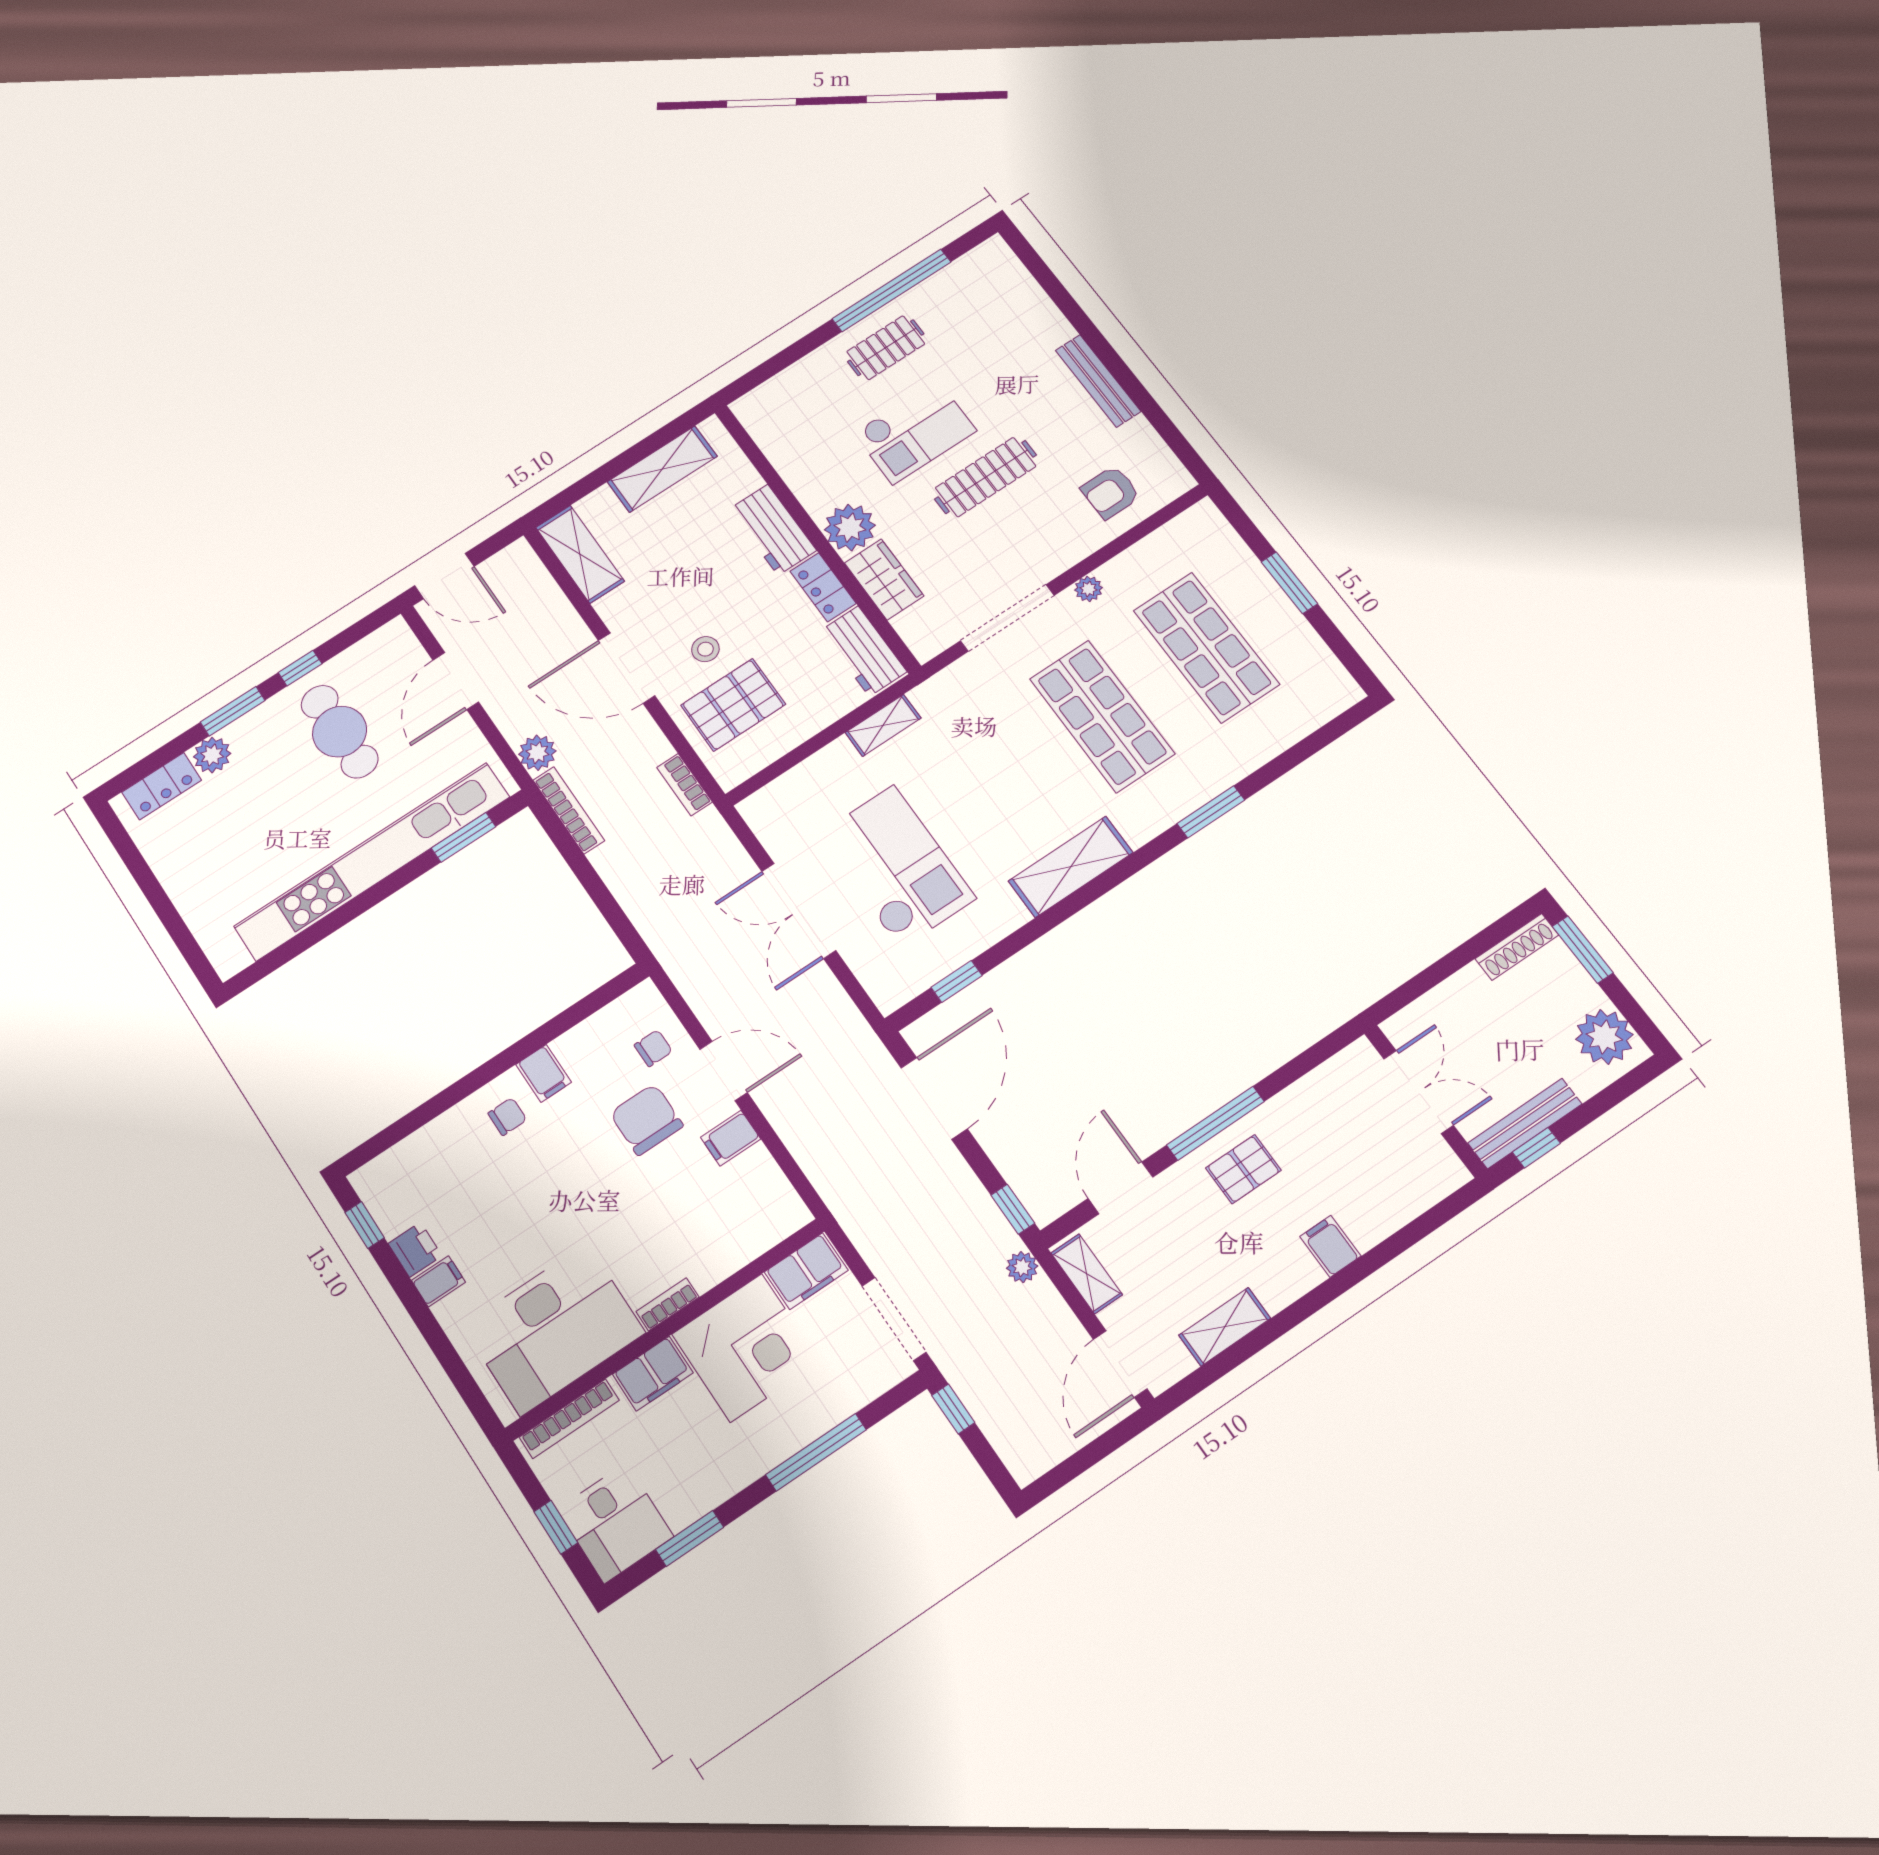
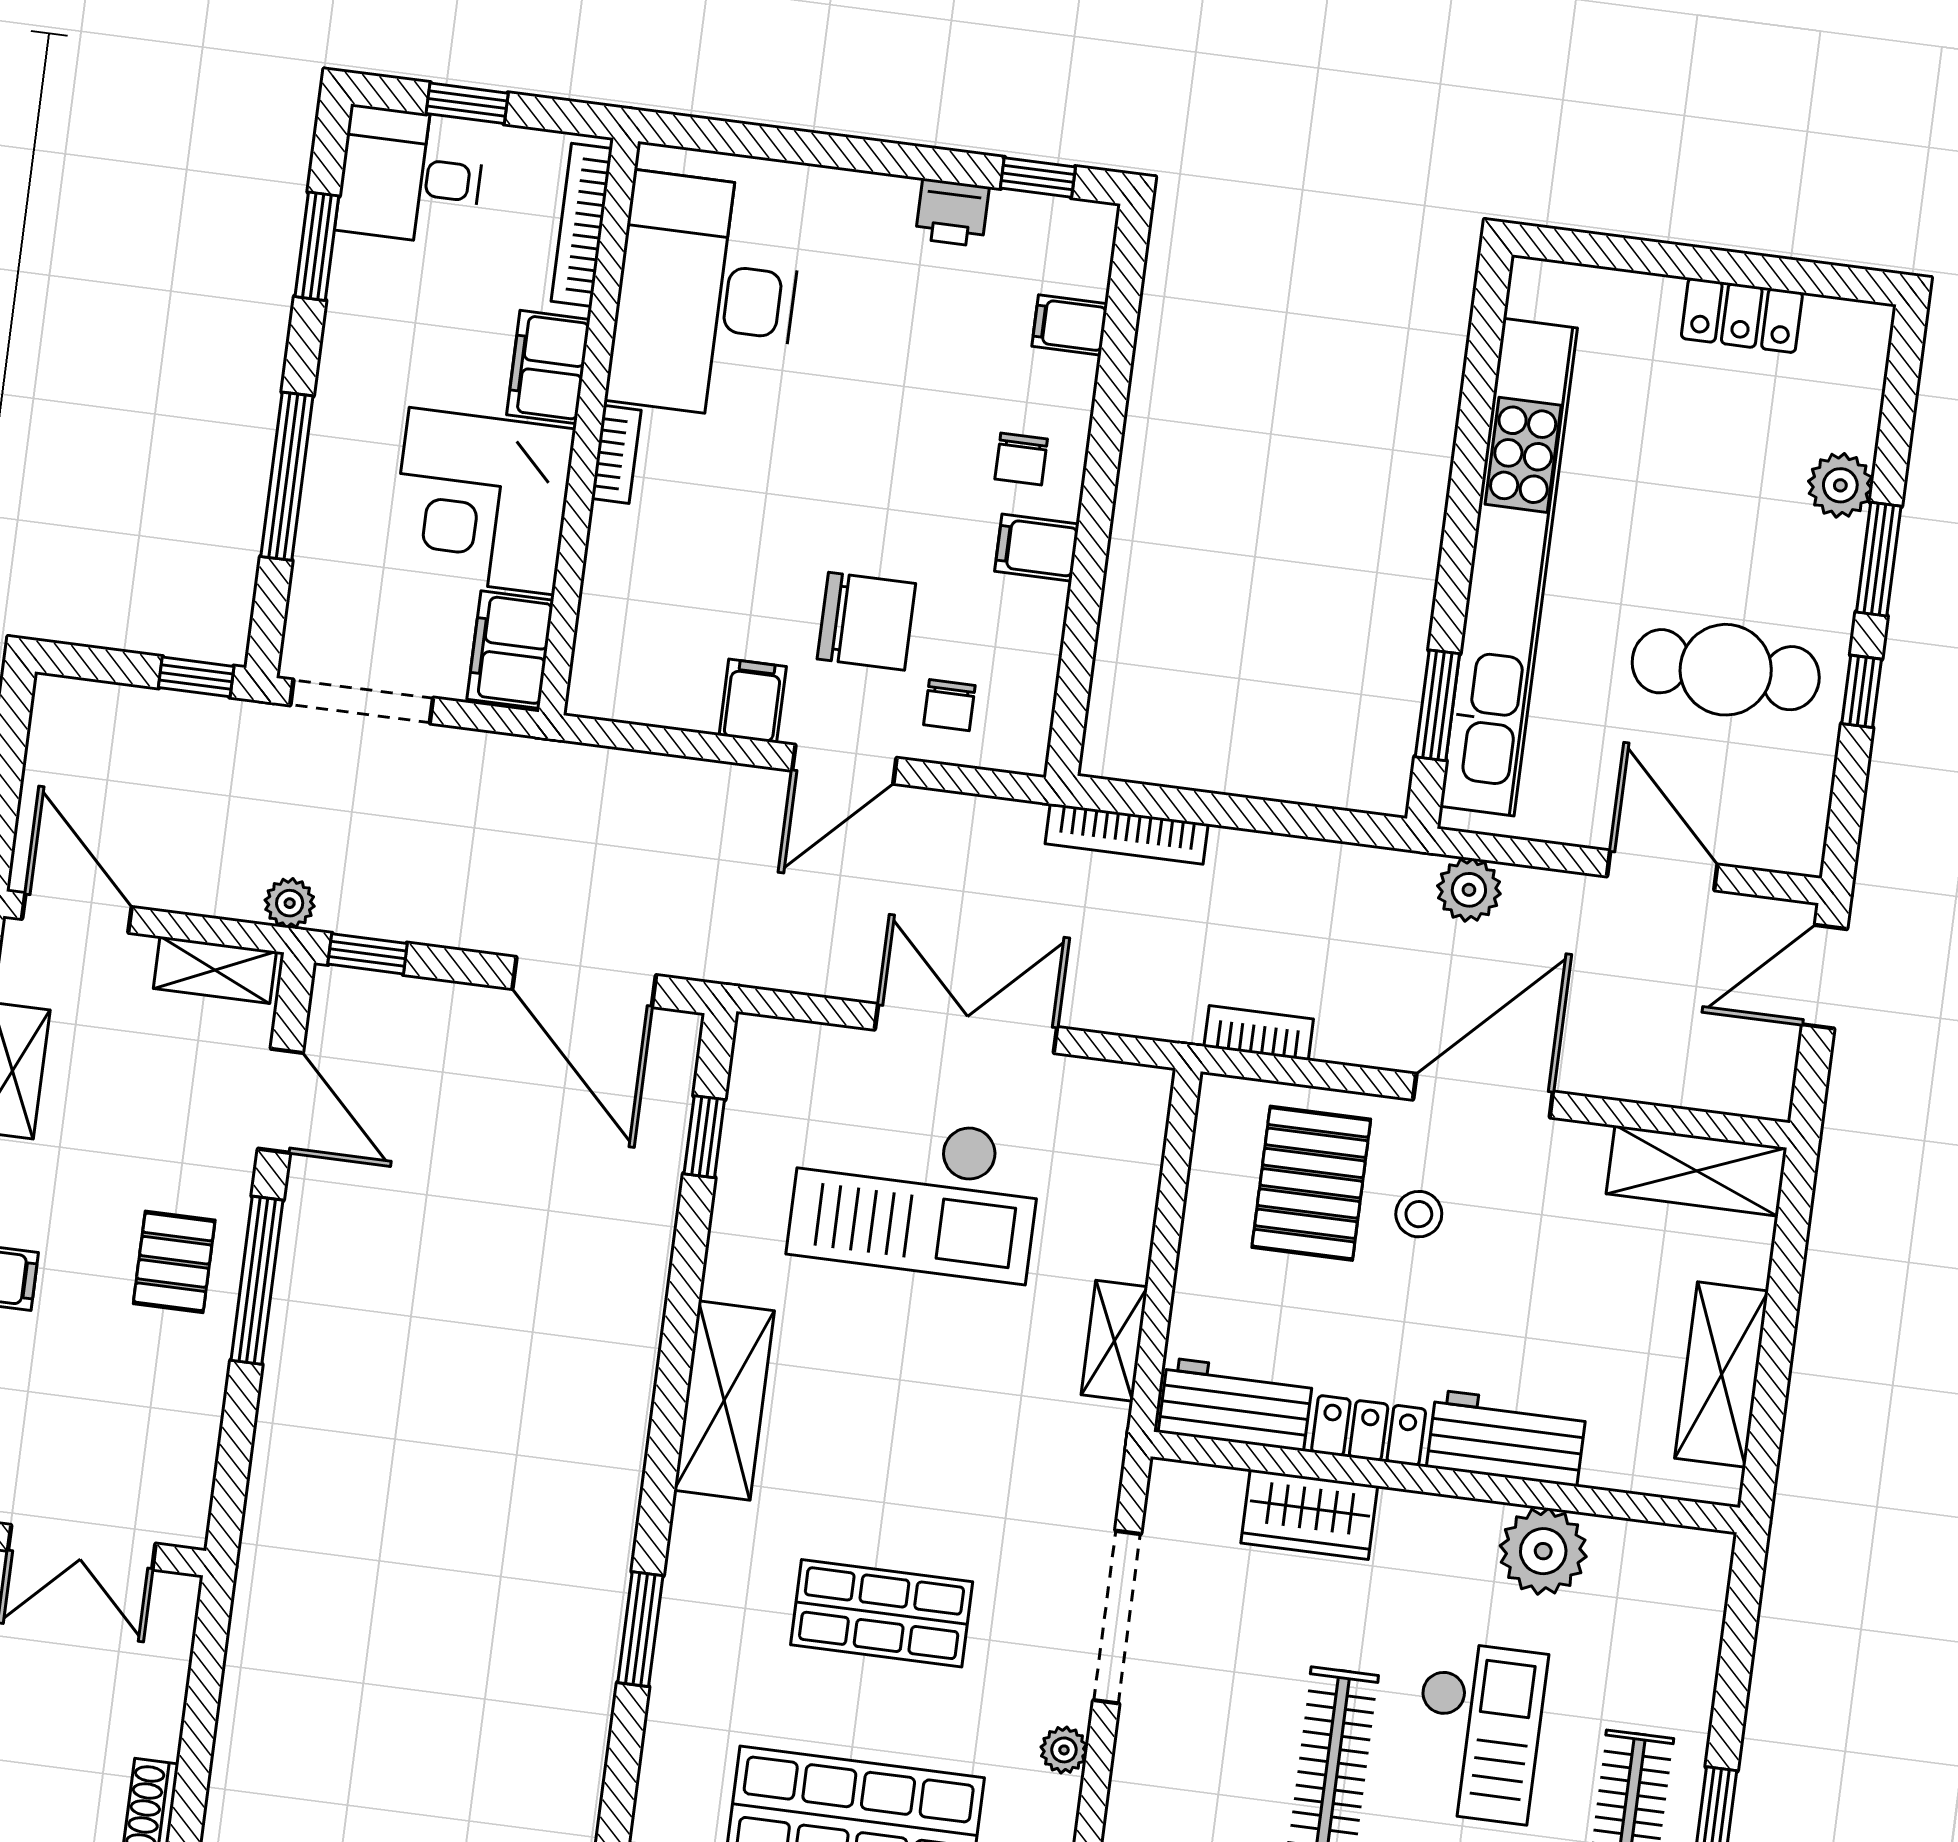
checkout: (915, 432) -> (1478, 1732), turned 180
plant: (850, 528) -> (1543, 1551), moved
shop shelf: (1102, 716) -> (882, 1613), width x0.70, depth x0.74
locker: (162, 786) -> (1742, 315), moved, turned -90
bookcase: (569, 810) -> (1127, 834), moved
filing cabinet: (438, 1281) -> (1070, 325), moved, turned 90

